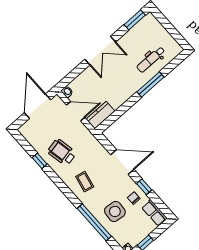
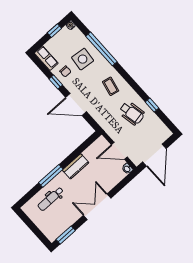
dental chair: (151, 59) -> (51, 199), turned 180
kitchen counter: (100, 115) -> (76, 166), moved

